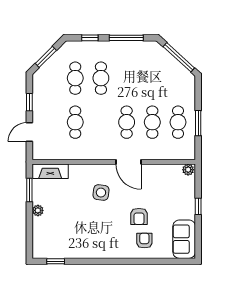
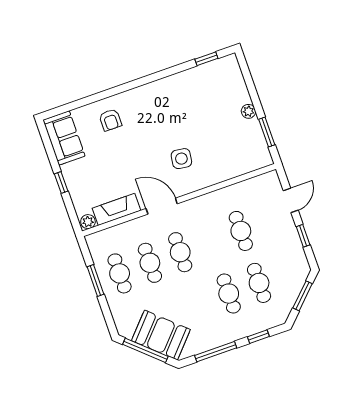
booth: (163, 65) -> (161, 335), added
fireplace: (50, 171) -> (117, 209), moved
armchair: (139, 216) -> (127, 146), removed

